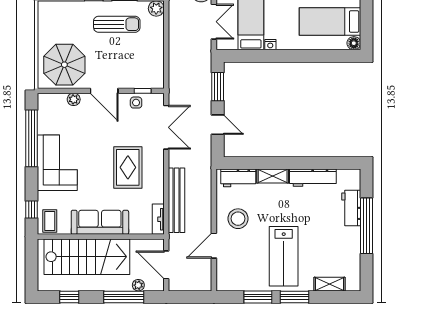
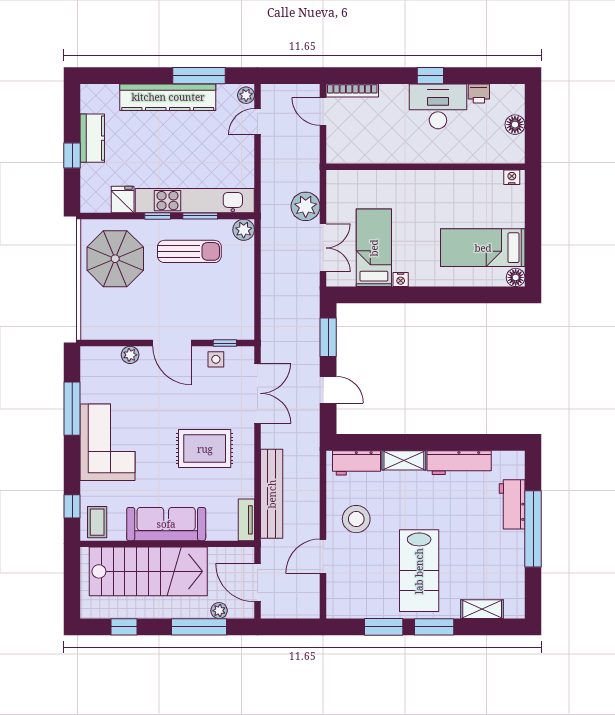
parasol: (64, 65) -> (115, 259), moved
window: (31, 138) -> (72, 409), width x0.68
rug: (128, 167) -> (205, 449), turned 90

